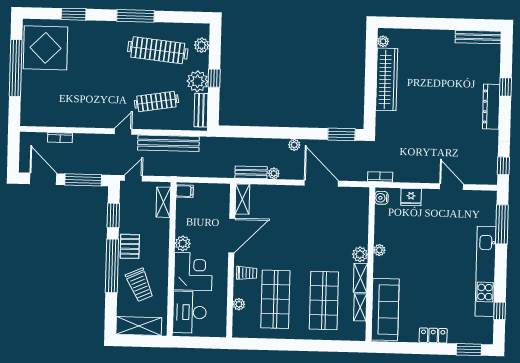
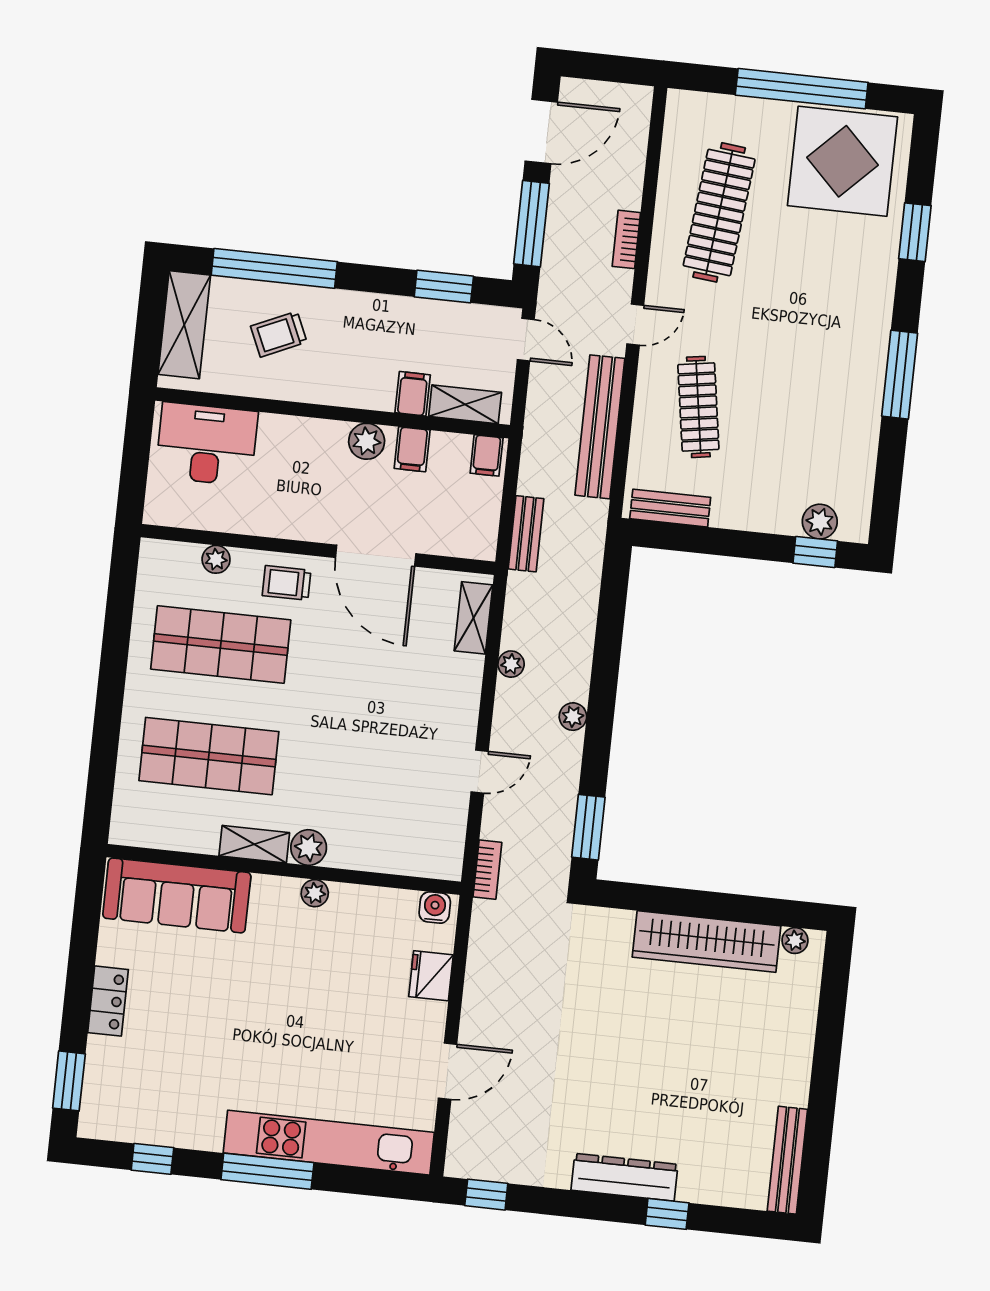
clothes rail: (158, 50) -> (719, 212), moved
window: (214, 78) -> (815, 552), moved
plant: (198, 81) -> (737, 505), removed
door: (123, 132) -> (635, 325), hinge flipped
bookcase: (60, 138) -> (626, 239), moved
bench: (251, 172) -> (526, 534), moved
bookcase: (380, 177) -> (487, 870), moved
door: (321, 183) -> (480, 772), width x0.53
shelving: (242, 199) -> (474, 618), moved, turned 90
filing cabinet: (185, 223) -> (412, 449), added
window: (502, 224) -> (267, 1171), moved
filing cabinet: (161, 225) -> (413, 394), added
pallet: (130, 246) -> (369, 319), removed
window: (112, 266) -> (274, 268), moved
corner desk: (193, 271) -> (300, 460), removed
kitchen unit: (486, 271) -> (329, 1143), moved
trolley: (247, 273) -> (287, 583), turned 90
trolley: (140, 285) -> (279, 334), width x0.73, depth x0.72
shelving: (360, 307) -> (186, 838), removed

